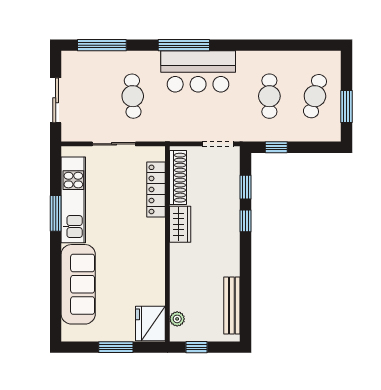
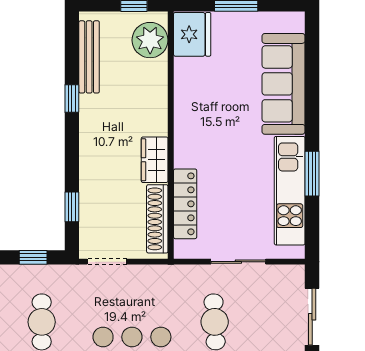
window: (246, 221) -> (72, 99), moved
plant: (177, 319) -> (150, 40), width x1.87, depth x1.87

